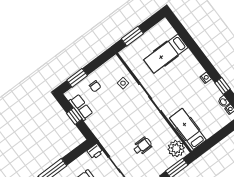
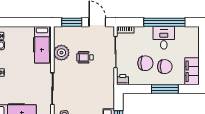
plant: (176, 149) -> (61, 53), moved

